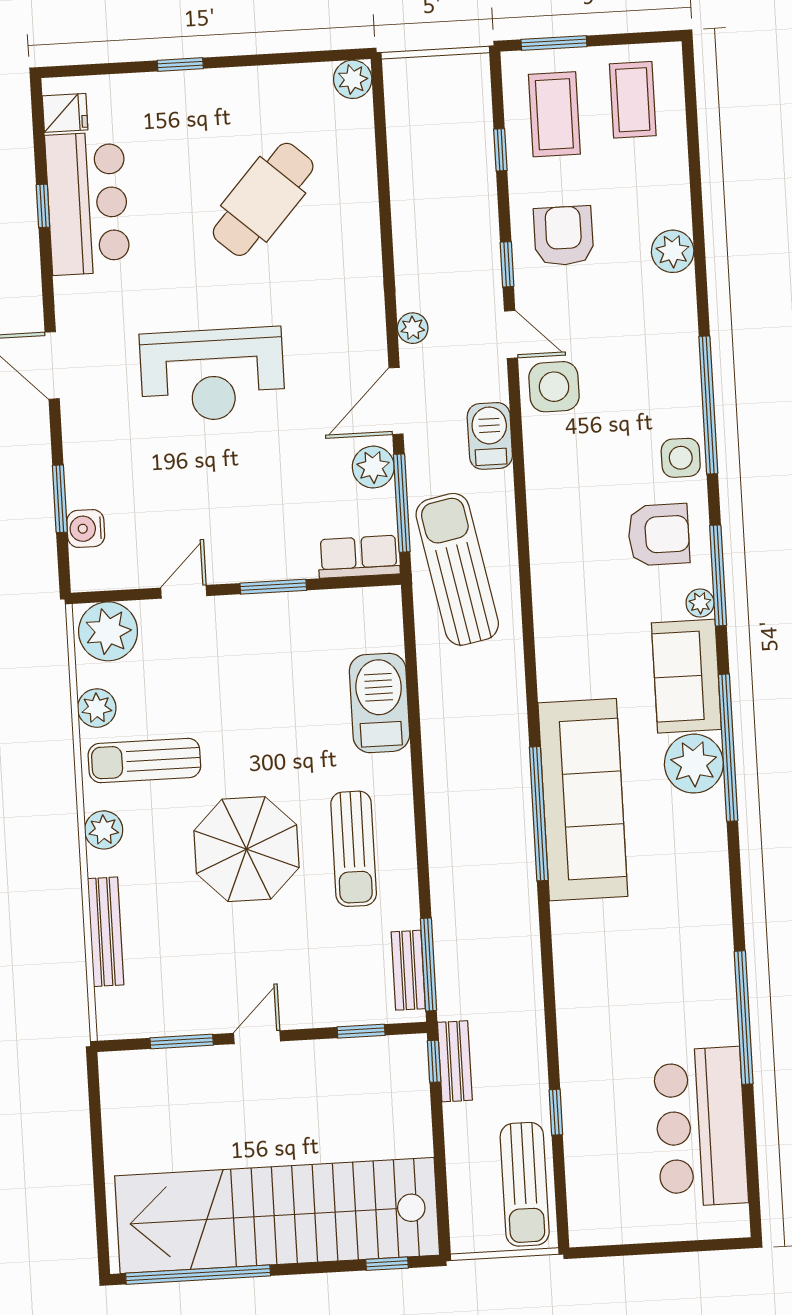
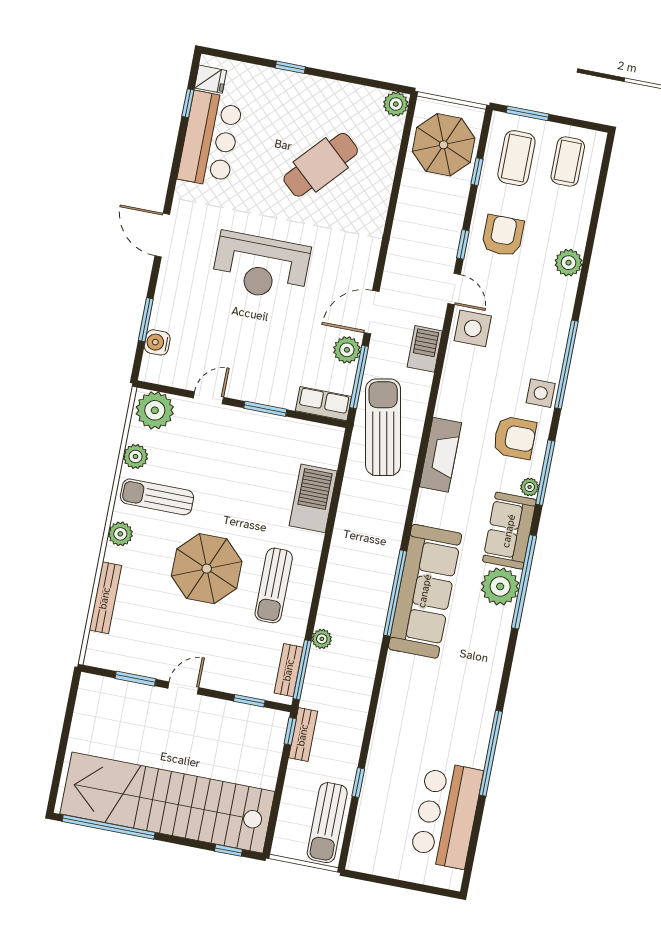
parasol: (440, 122) -> (444, 145), added
window: (43, 206) -> (188, 103), moved
plant: (413, 328) -> (322, 639), moved
fireplace: (554, 589) -> (441, 455), added

